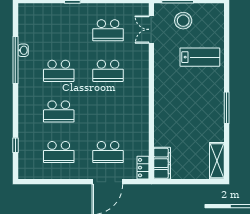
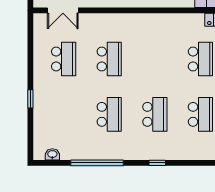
washbasin: (23, 50) -> (52, 154), moved
window: (15, 145) -> (157, 163), moved

